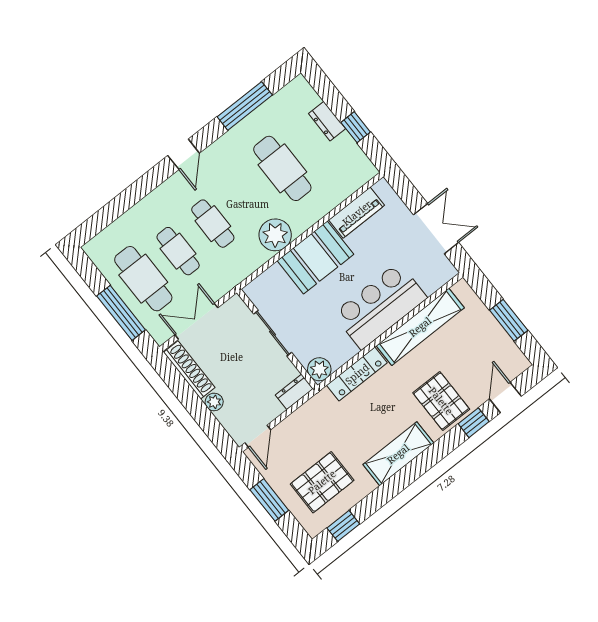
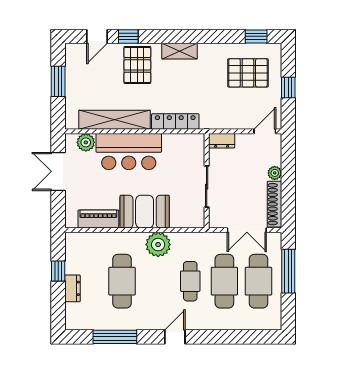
cafe table: (178, 251) -> (224, 281), width x1.37, depth x1.35
plant: (319, 369) -> (86, 142), moved
shelving: (398, 454) -> (180, 51), width x0.67, depth x0.75
window: (269, 500) -> (288, 88), width x0.67

